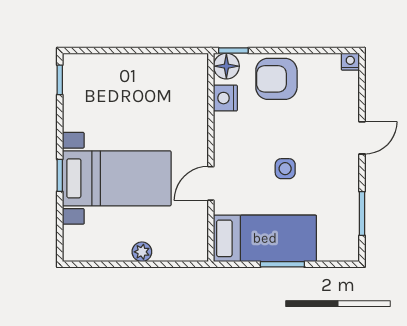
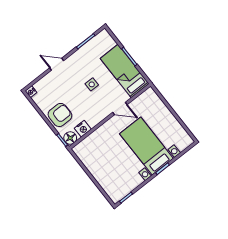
armchair: (276, 79) -> (60, 115), turned -90
plant: (142, 252) -> (167, 114), removed

